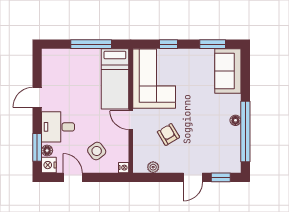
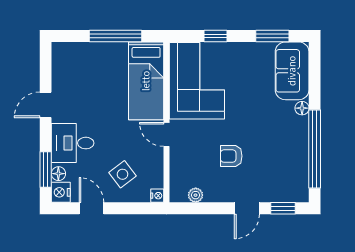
floor lamp: (235, 120) -> (302, 108), moved
armchair: (168, 134) -> (231, 156), moved, turned -59

